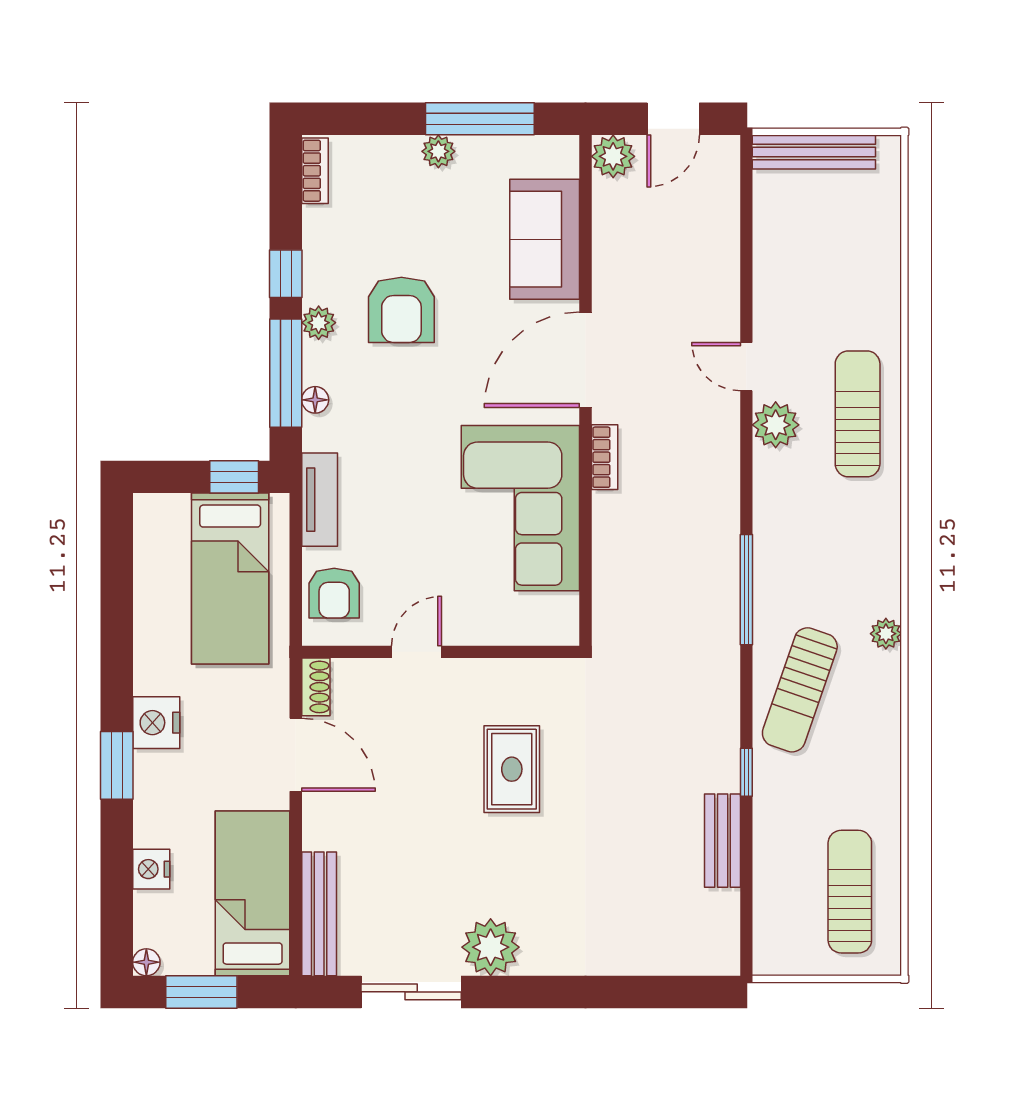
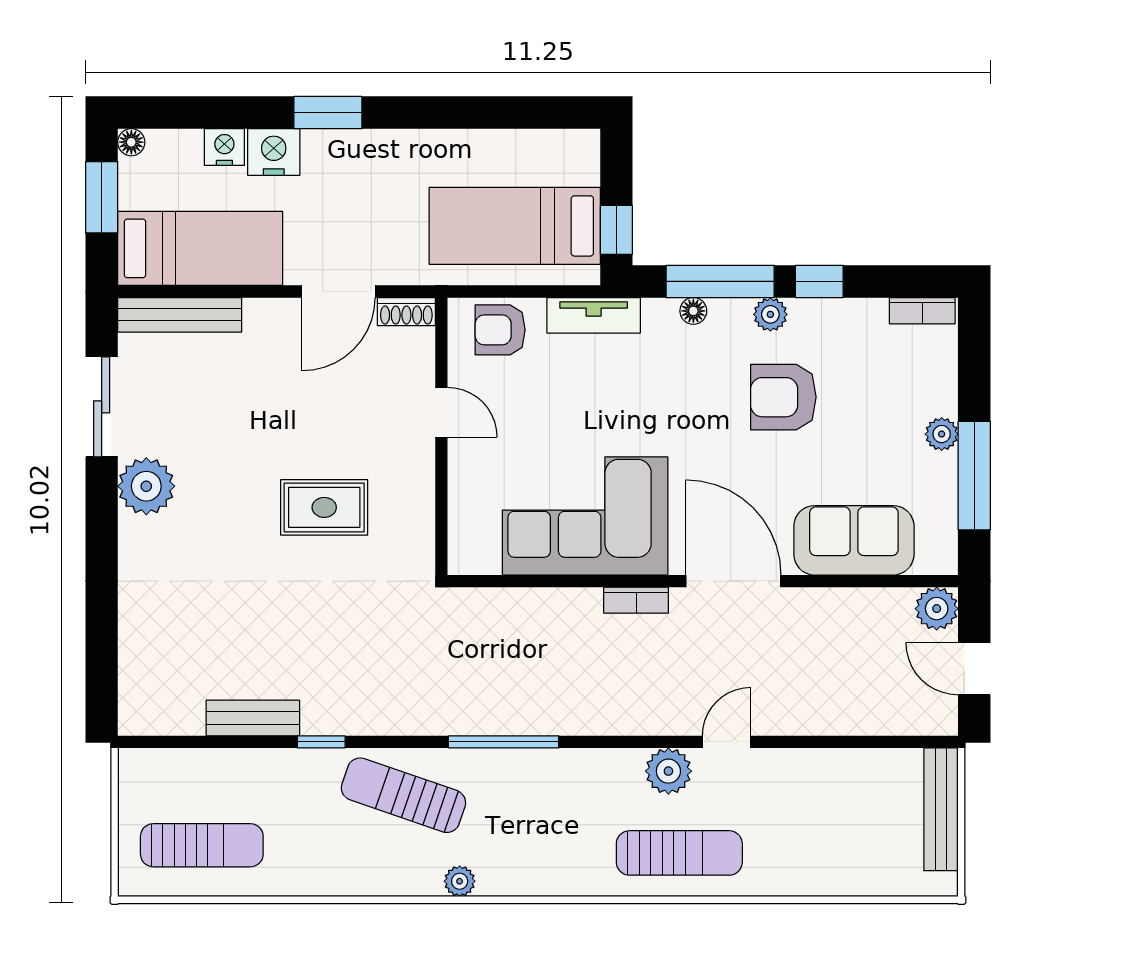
nightstand: (156, 723) -> (274, 152), moved

